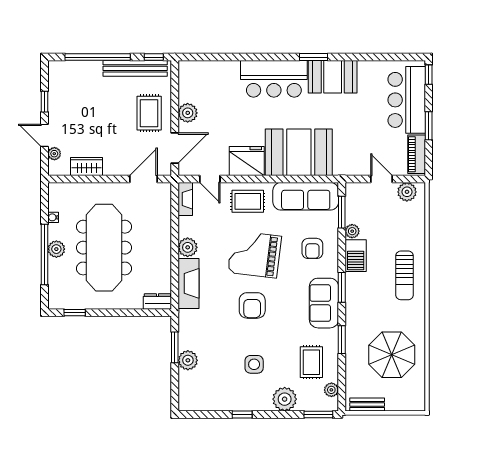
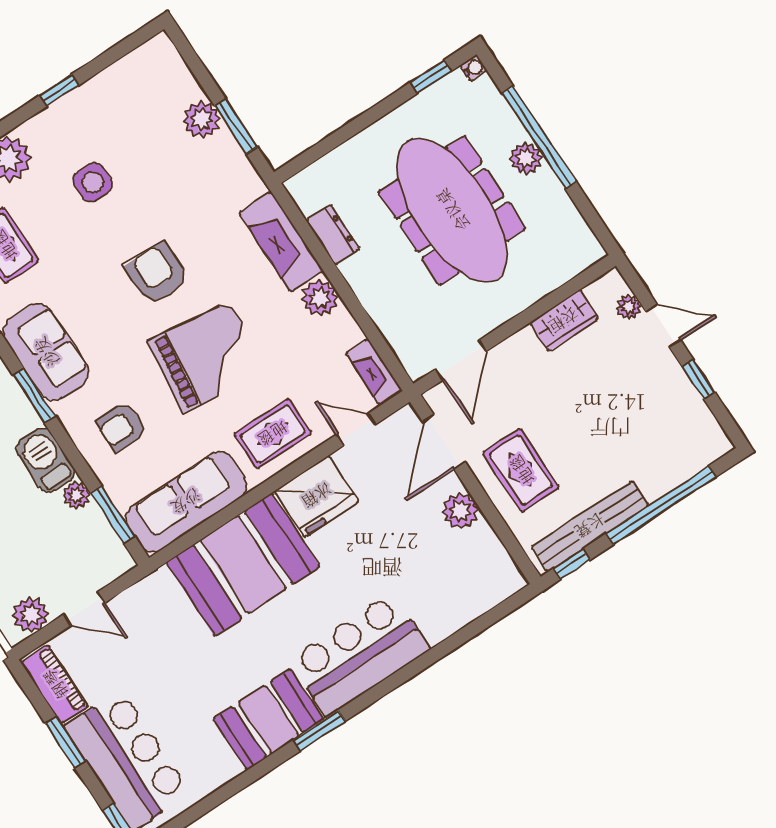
water cooler: (53, 217) -> (474, 68), moved
armchair: (312, 248) -> (121, 426), turned -90
dresser: (157, 301) -> (333, 235), moved, turned -90

